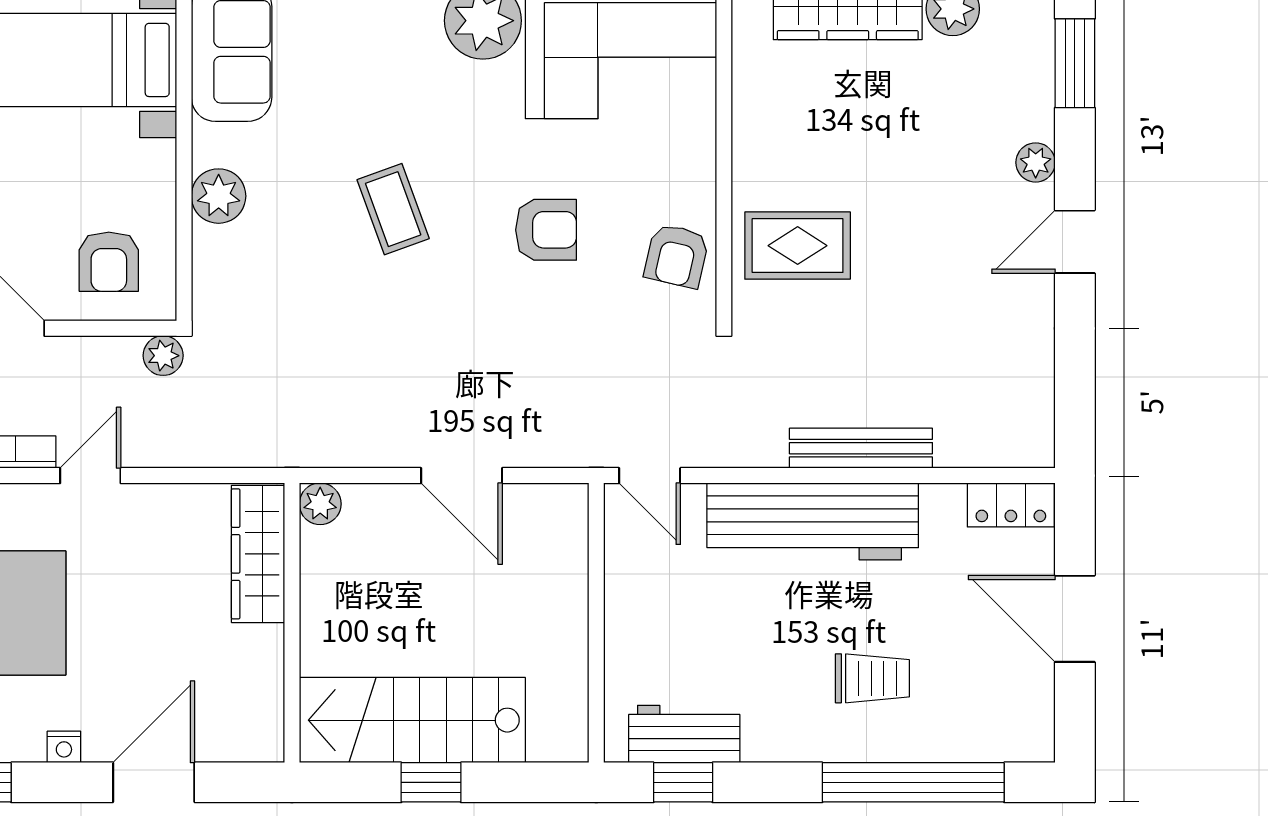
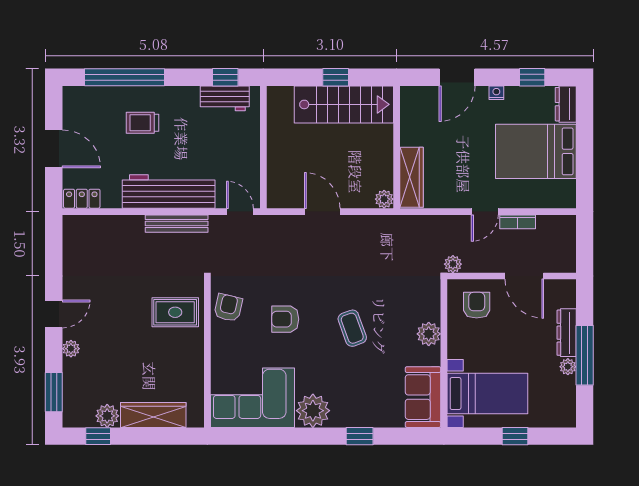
bench: (861, 448) -> (177, 224), moved

